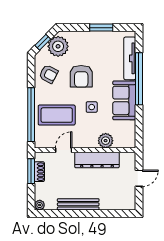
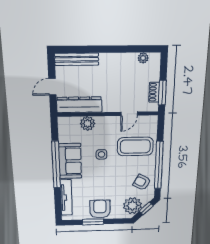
armchair: (81, 76) -> (100, 209), moved
window: (139, 79) -> (56, 165), moved
window: (31, 115) -> (159, 165), moved
dresser: (97, 160) -> (79, 105), moved
bench: (78, 204) -> (77, 59), moved
plant: (40, 205) -> (143, 58), moved

